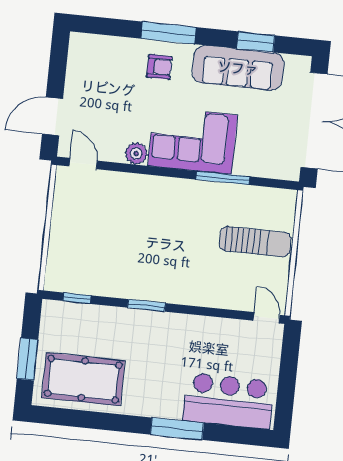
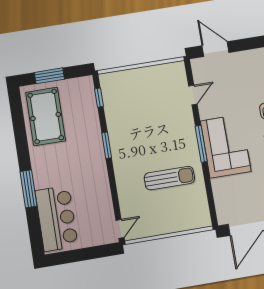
plant: (136, 154) -> (206, 111), removed
door: (83, 164) -> (193, 95), moved
window: (223, 178) -> (201, 144), moved
sun lounger: (255, 242) -> (169, 178), moved, turned -90

